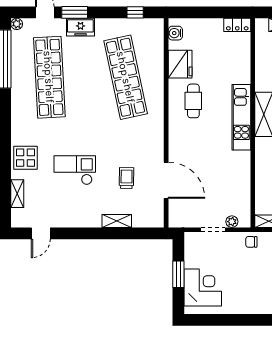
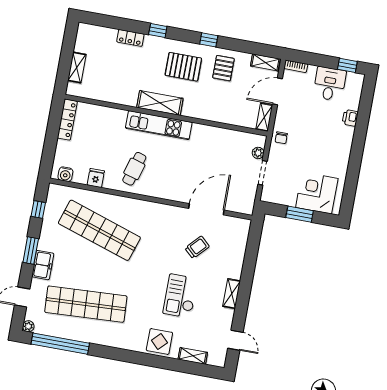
window: (75, 12) -> (31, 250), moved
locker: (237, 25) -> (67, 120), width x1.53
fridge: (180, 64) -> (96, 178), width x0.53, depth x0.75
shop shelf: (126, 77) -> (99, 230), turned 30
cafe table: (193, 101) -> (134, 169), turned -74
trolley: (127, 178) -> (197, 247), turned 132
shelving: (117, 221) -> (232, 294), moved

